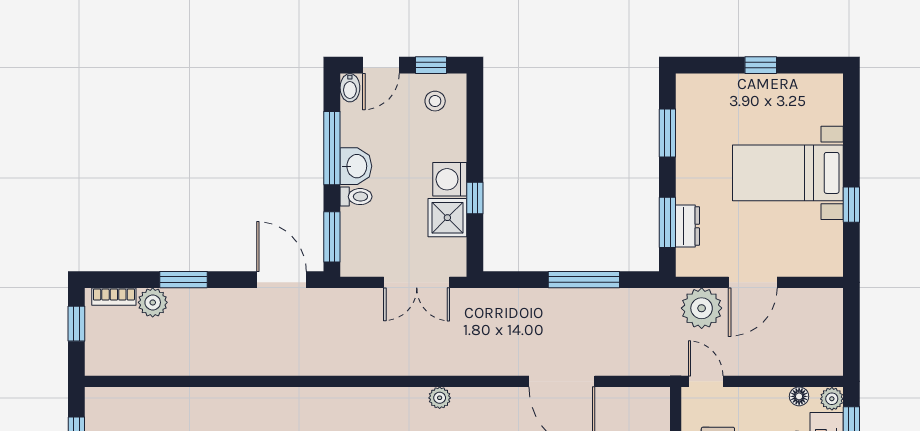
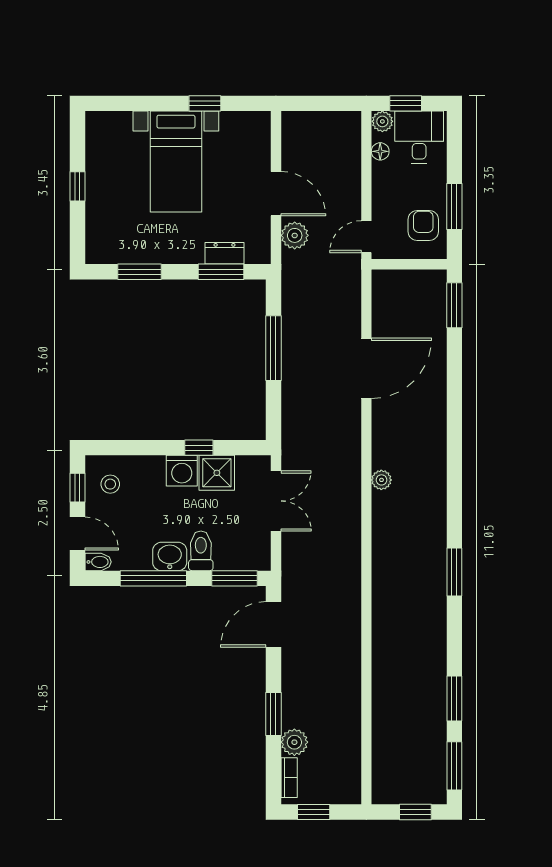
toilet: (356, 197) -> (201, 551), width x1.37, depth x1.39
plant: (702, 308) -> (295, 235), width x0.73, depth x0.73

